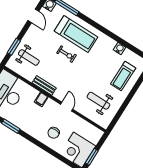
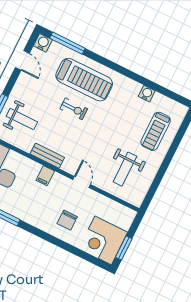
weight bench: (98, 101) -> (125, 169), turned -90

